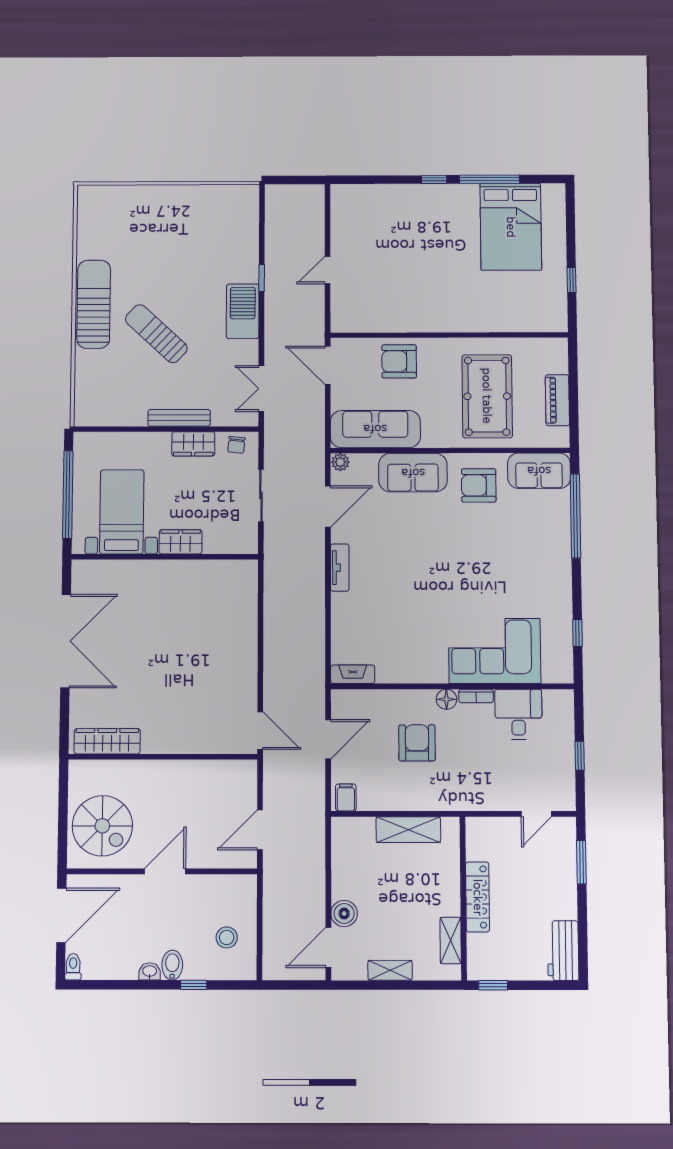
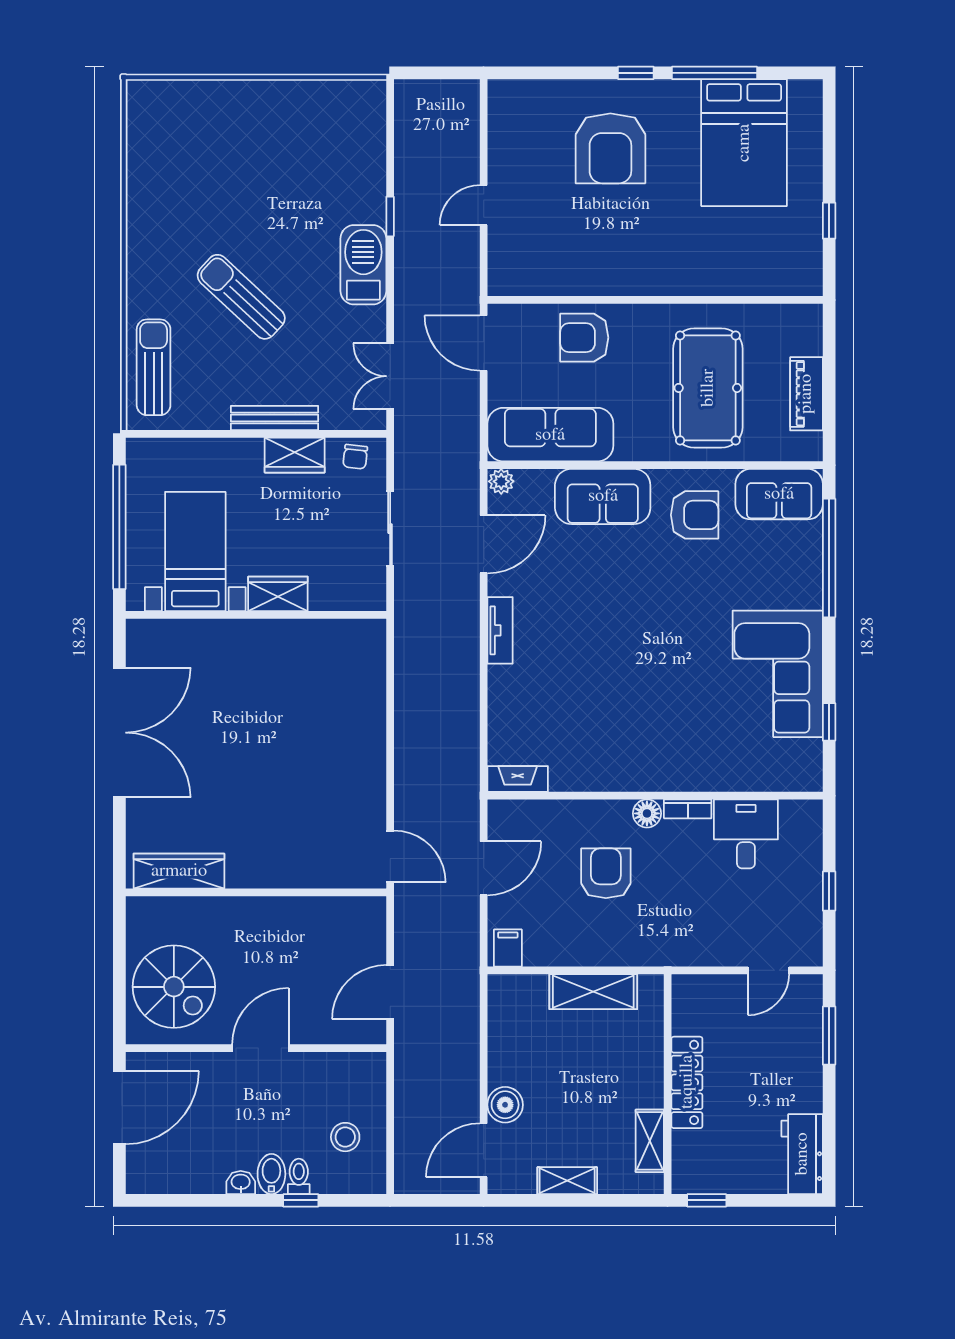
armchair: (417, 231) -> (610, 148), added
sun lounger: (94, 304) -> (154, 367), moved, width x0.73, depth x0.75
armchair: (479, 485) -> (695, 515), turned 180
corner sofa: (495, 651) -> (778, 674), moved, turned -90
toilet: (73, 967) -> (299, 1176), moved

